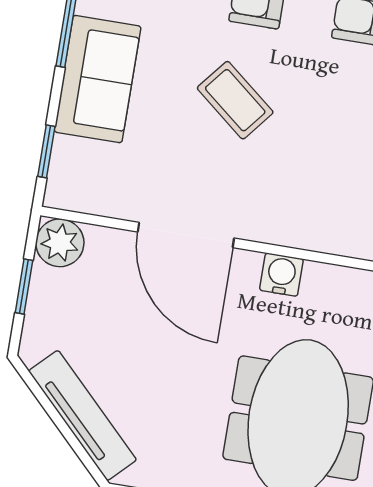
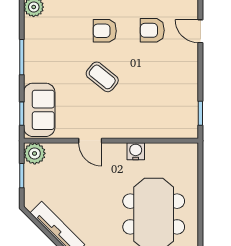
sofa: (97, 79) -> (39, 110), moved
door: (186, 235) -> (90, 141), width x0.53

